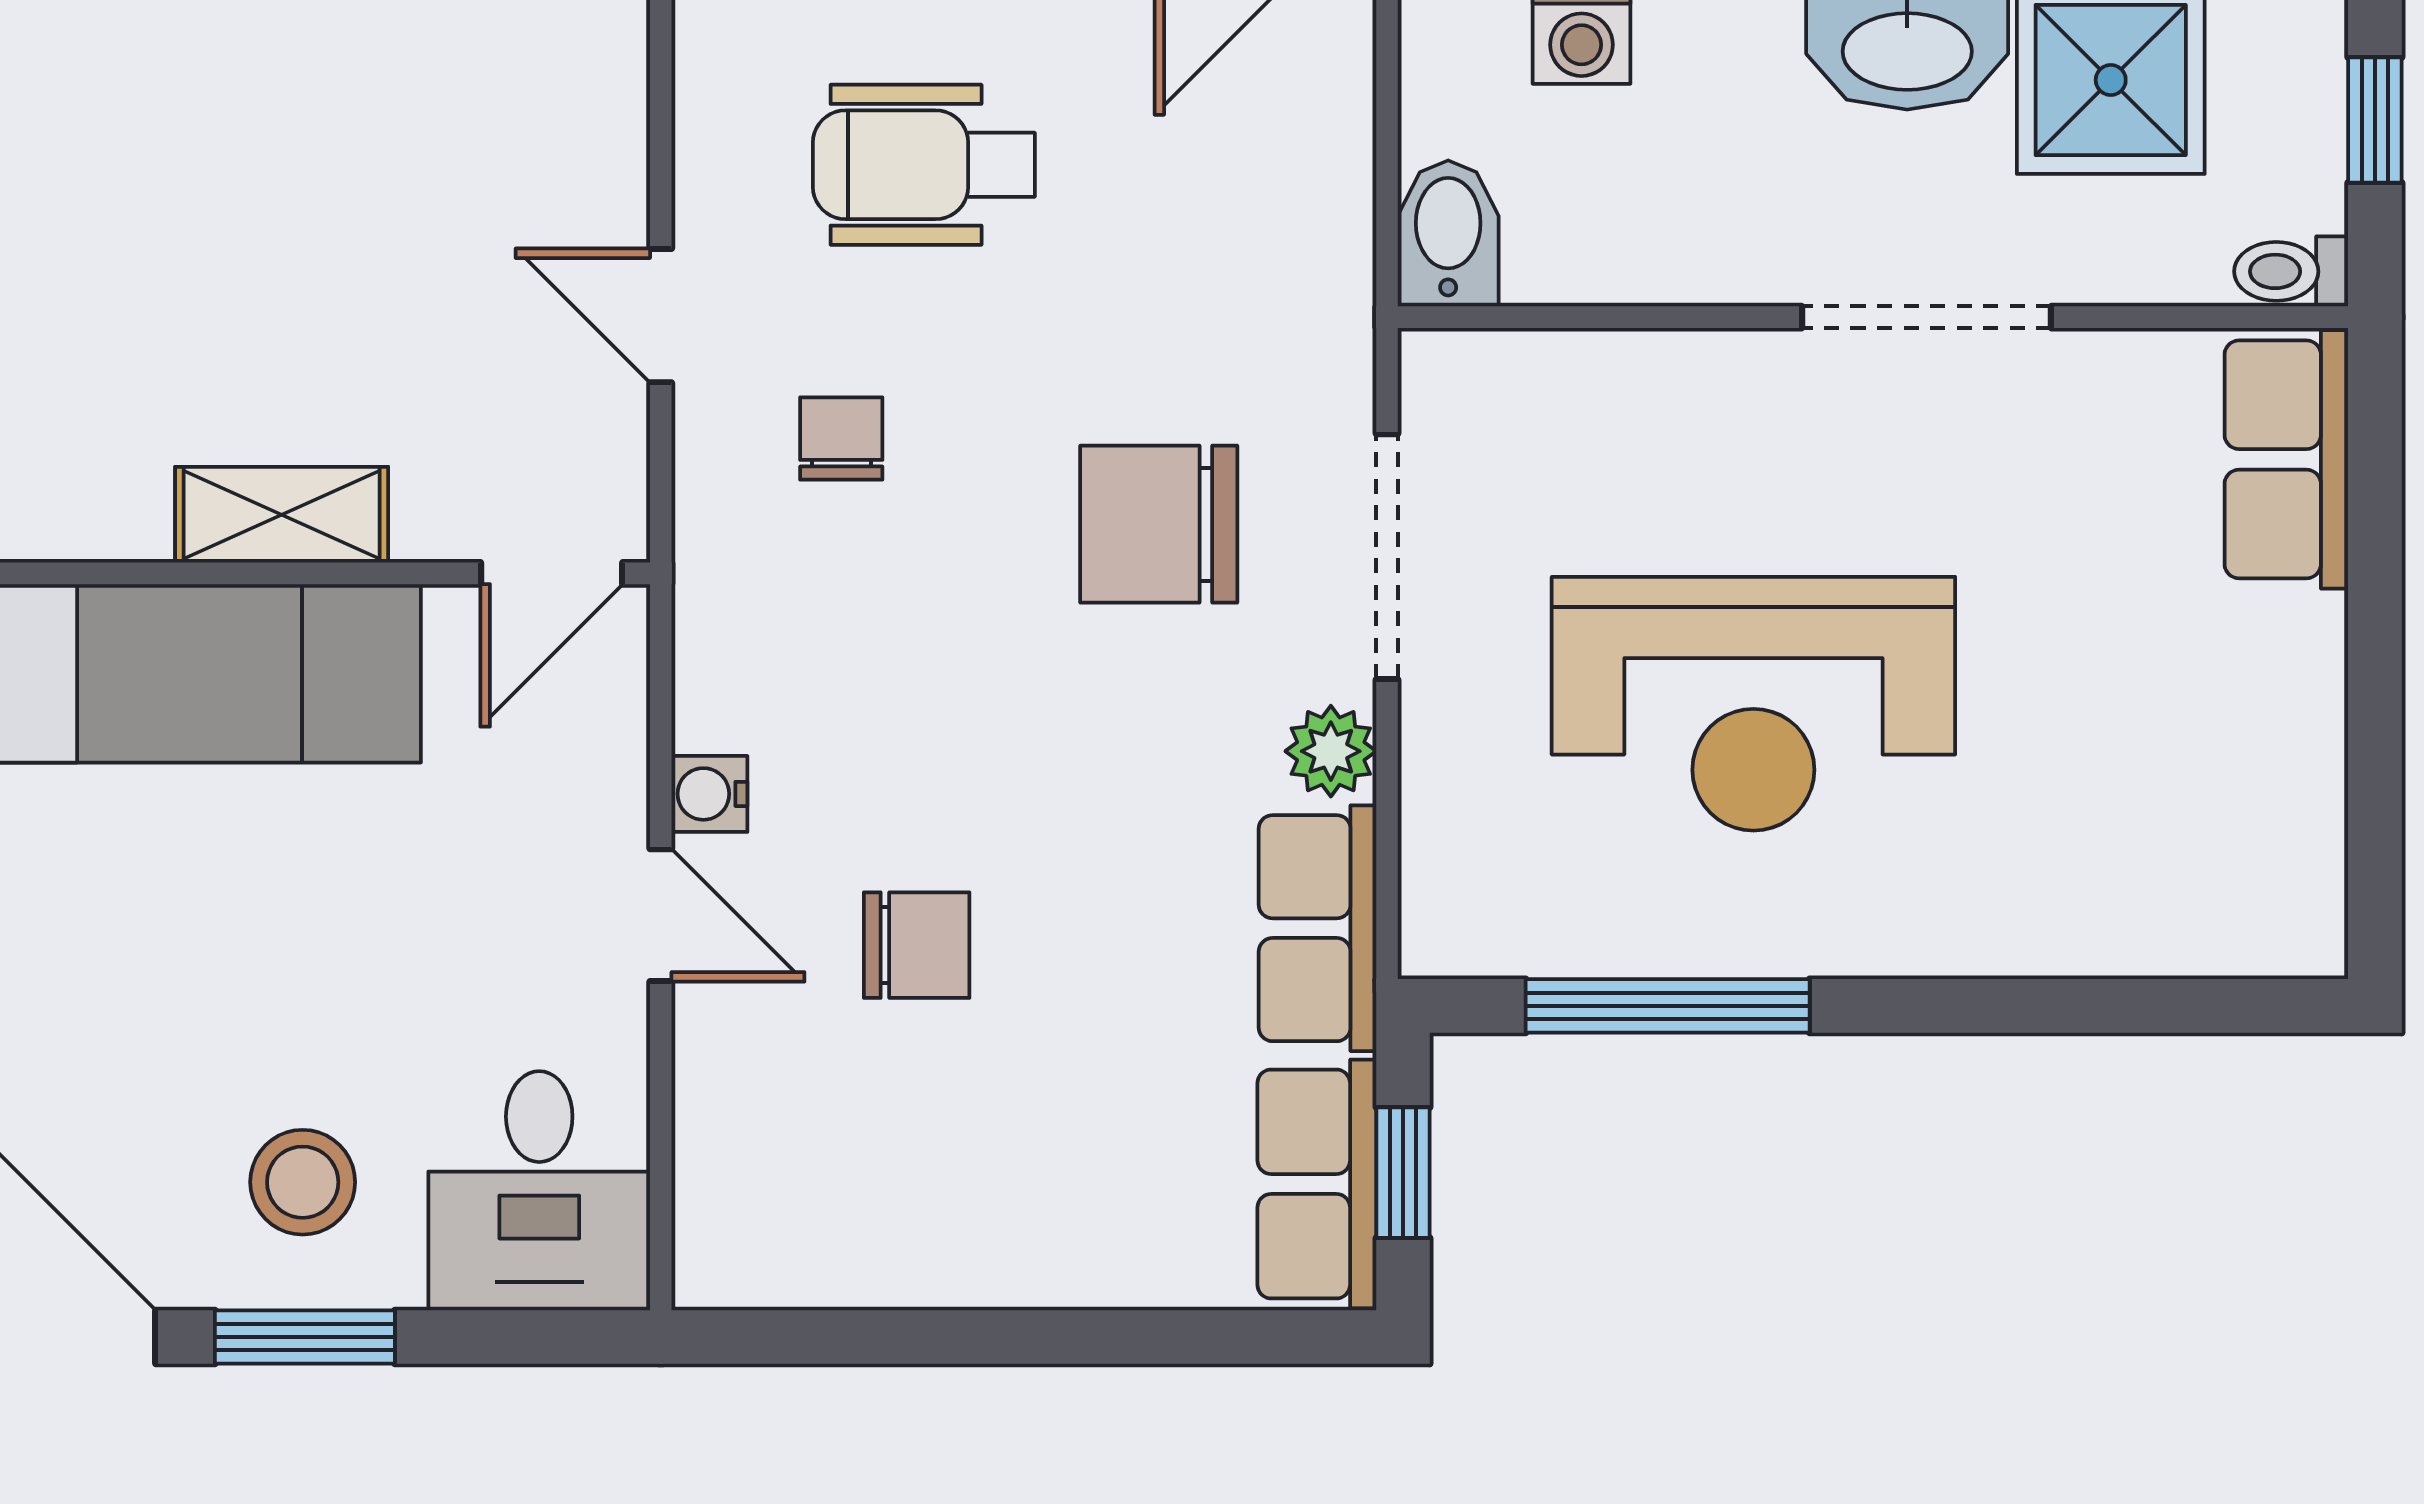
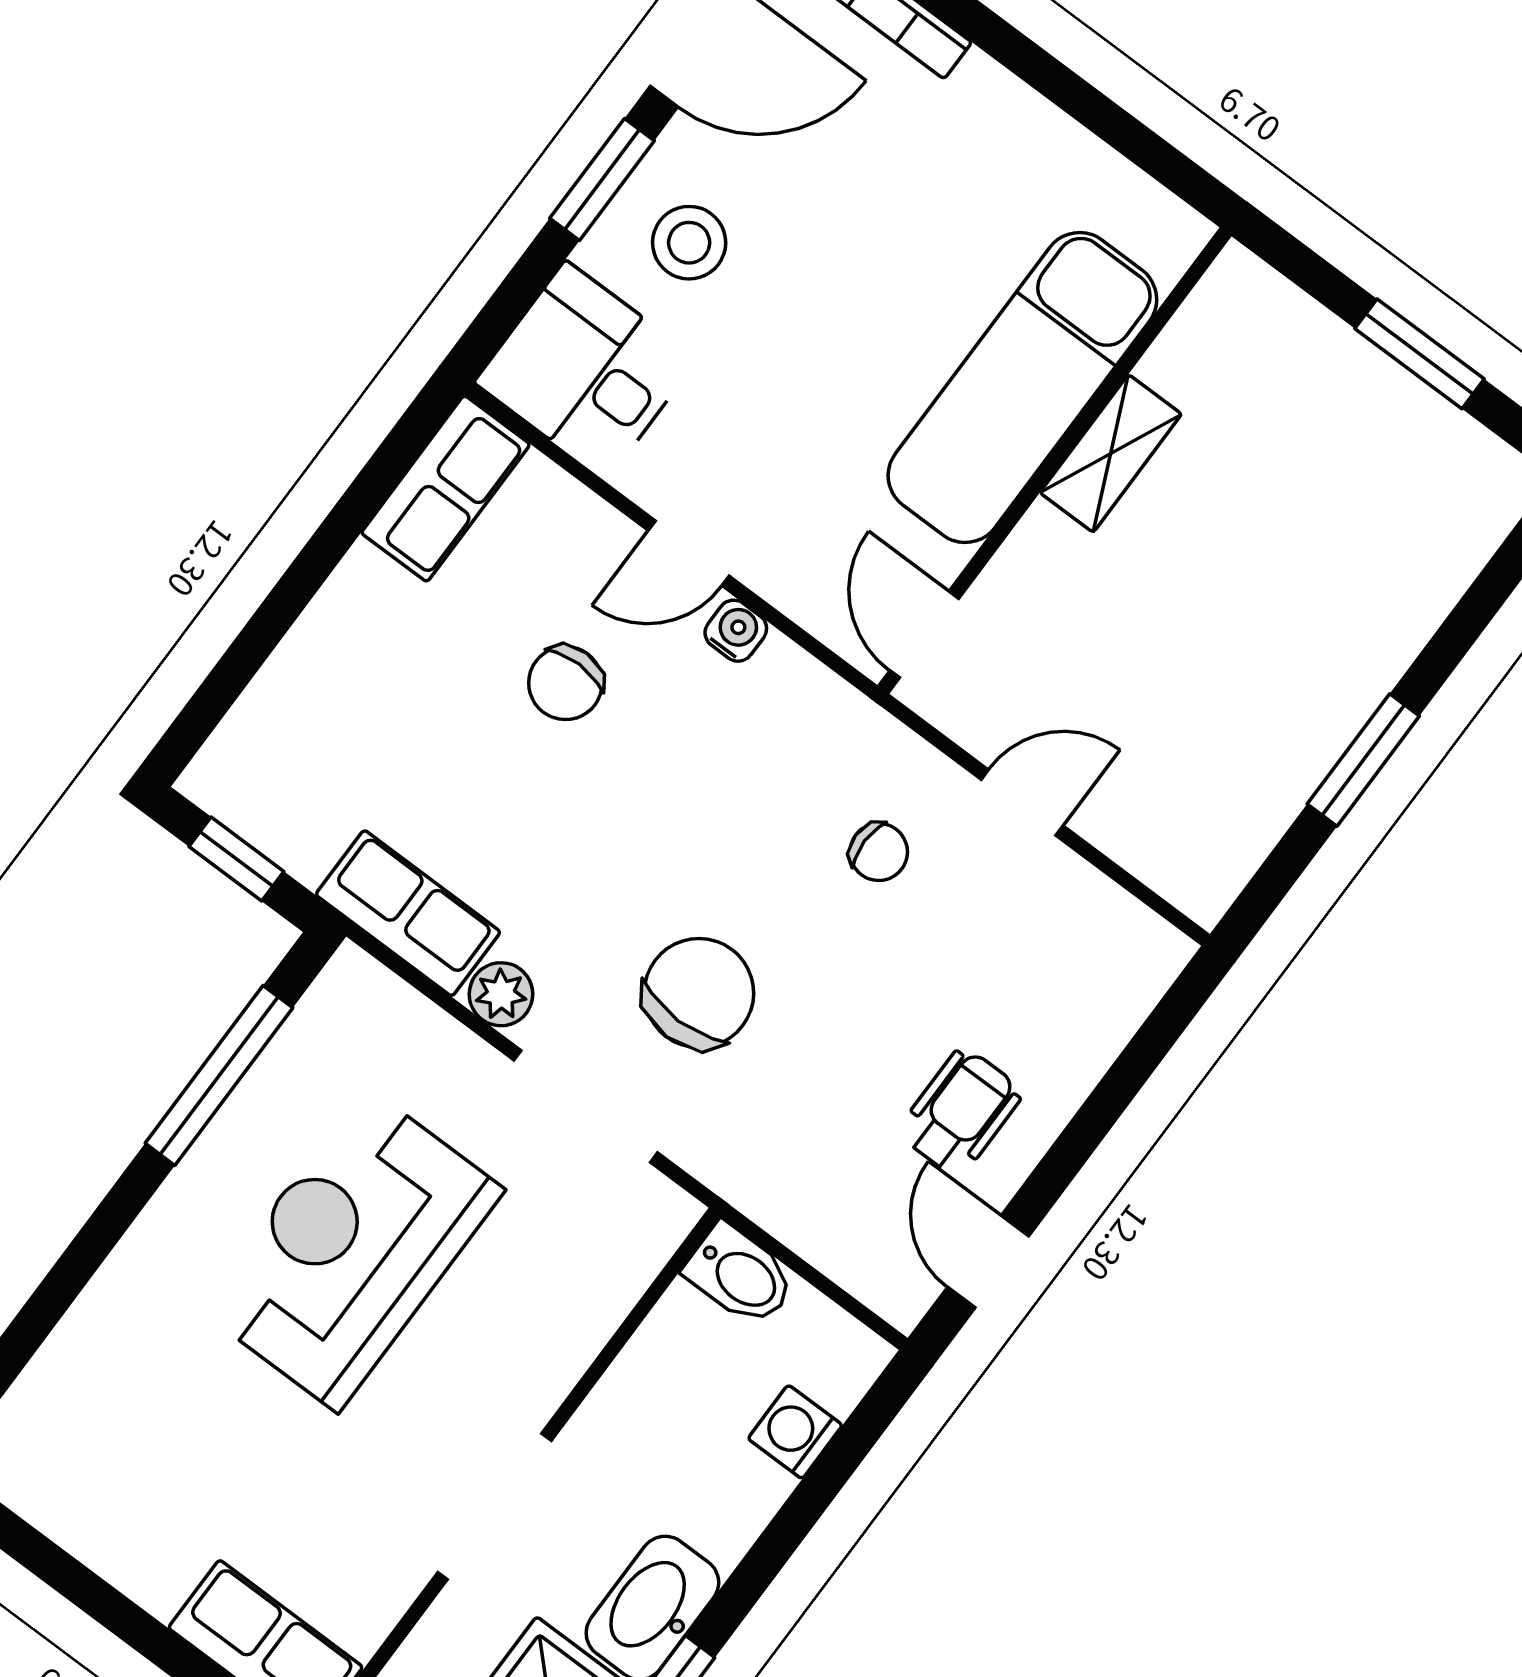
wheelchair: (924, 165) -> (960, 1112), moved, width x0.73, depth x0.73
shelving: (282, 515) -> (1111, 453), moved
row of seats: (1317, 1184) -> (446, 489), moved, turned 90

